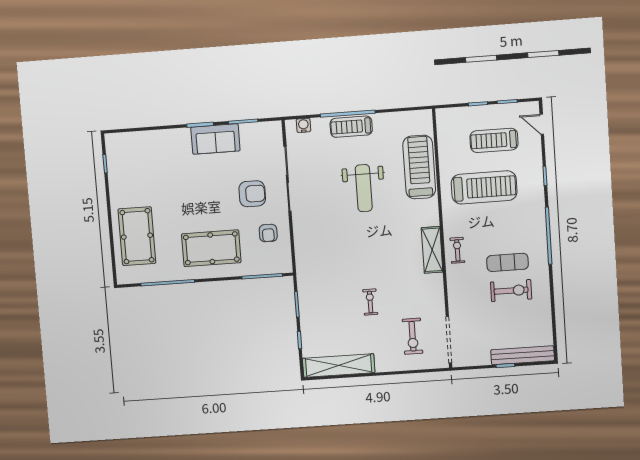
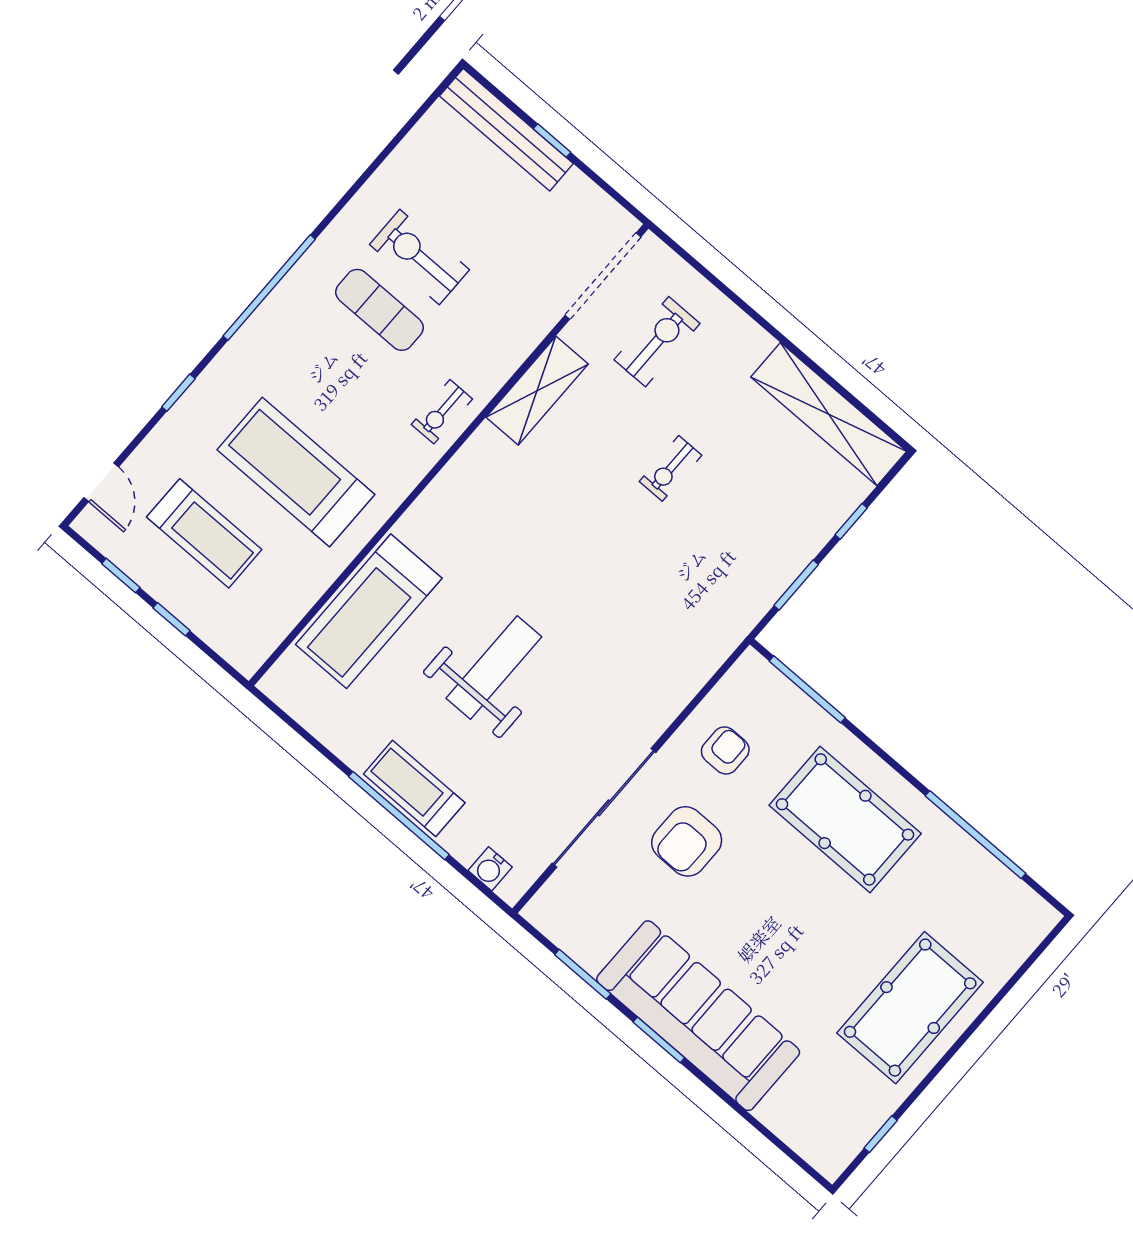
treadmill: (351, 127) -> (414, 788), turned 180
sofa: (215, 139) -> (698, 1016), width x1.85, depth x1.27
armchair: (252, 194) -> (687, 841), turned -90
pool table: (137, 236) -> (910, 1008), moved
shelving: (432, 250) -> (537, 391), moved

